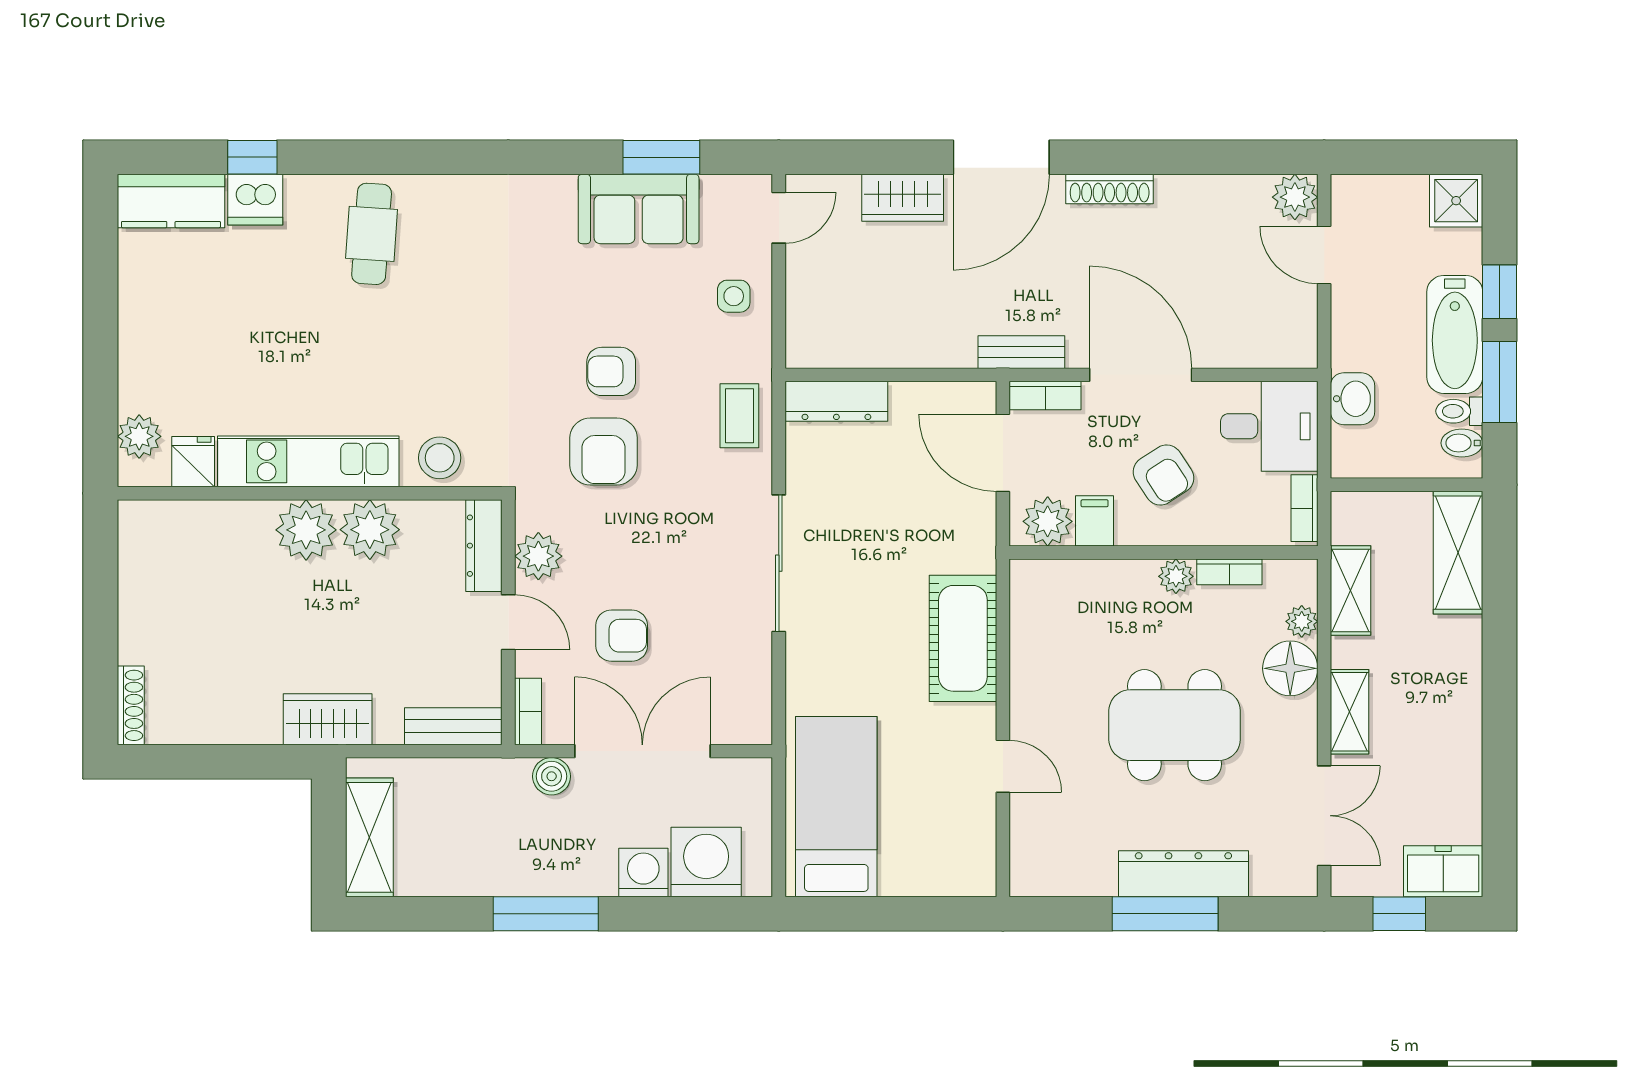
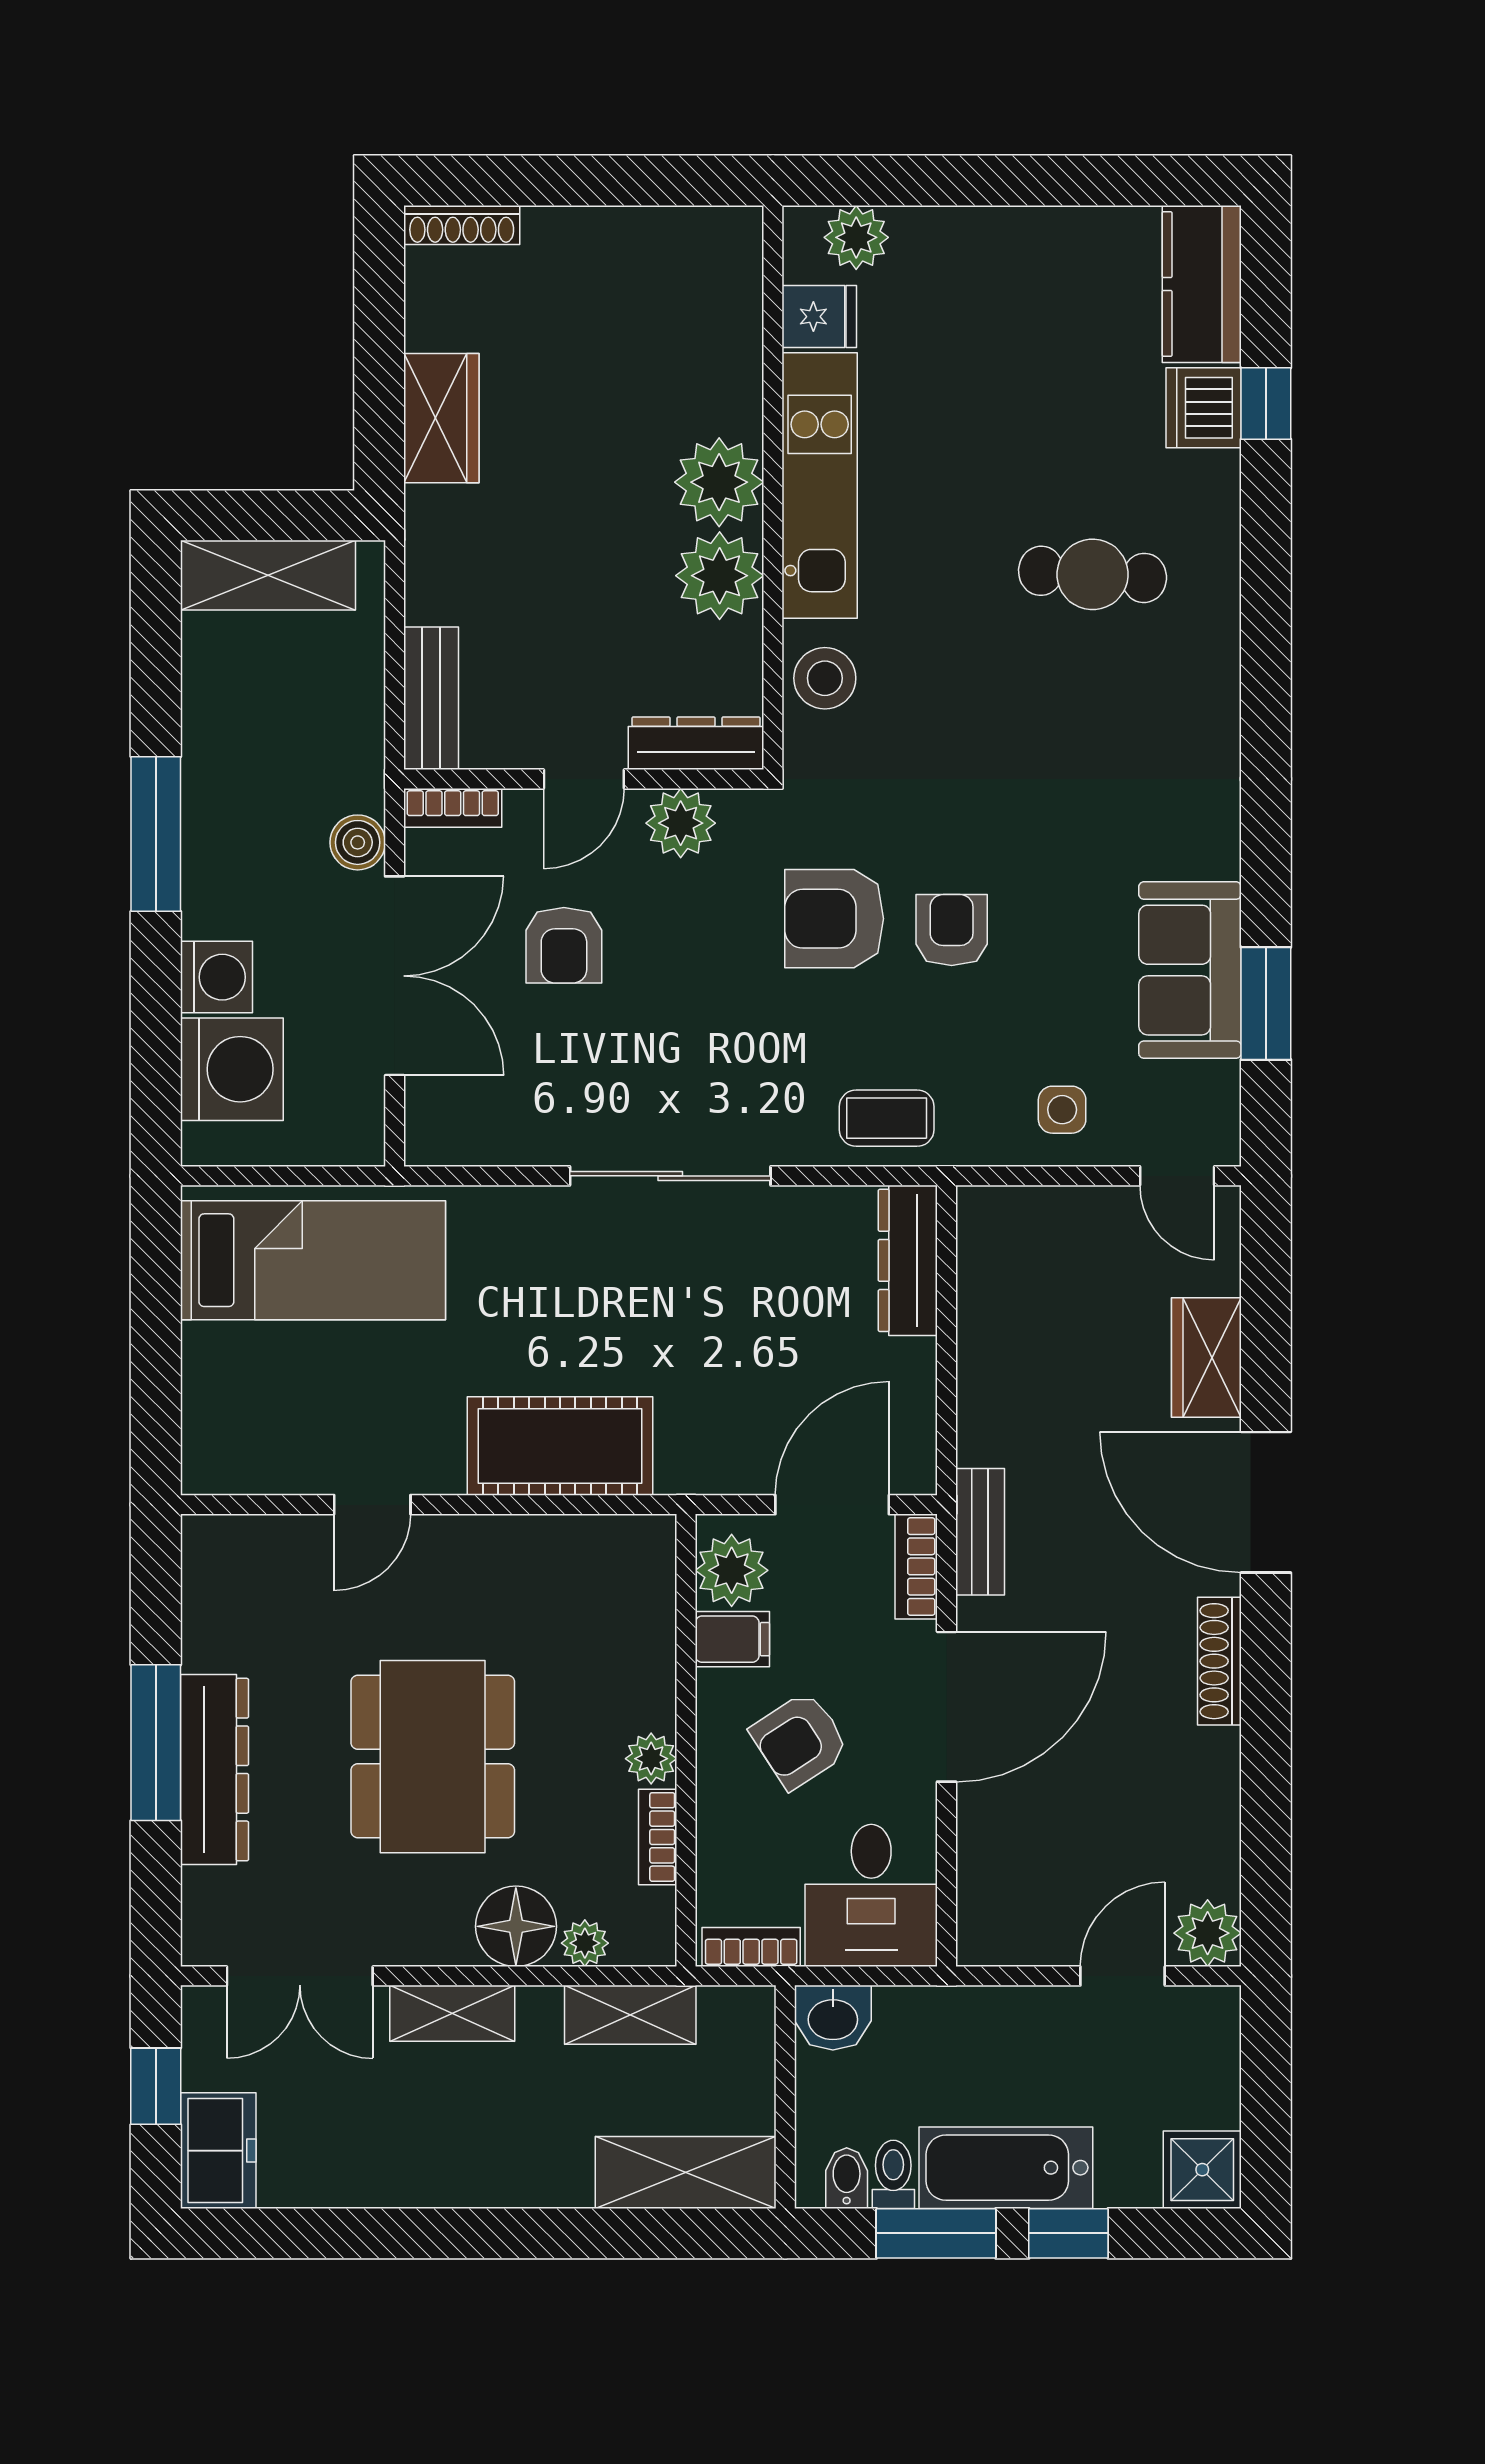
cafe table: (372, 234) -> (1093, 574), moved
washbasin: (1353, 399) -> (833, 2018), moved
wardrobe: (328, 719) -> (441, 418), moved

